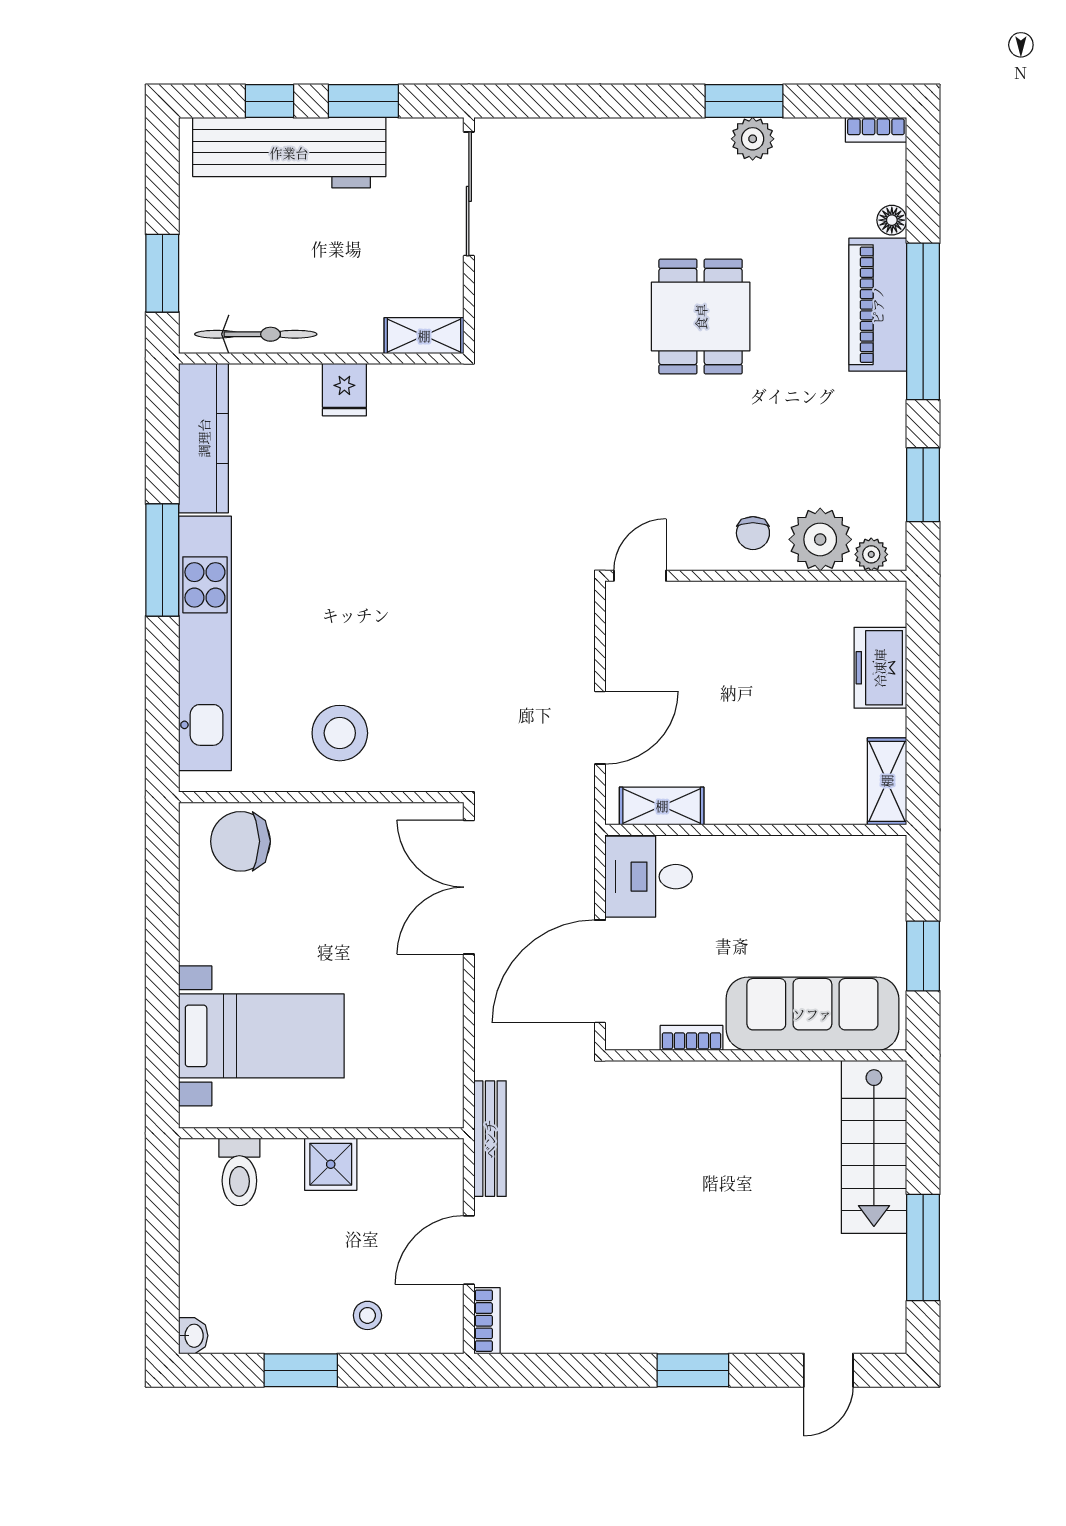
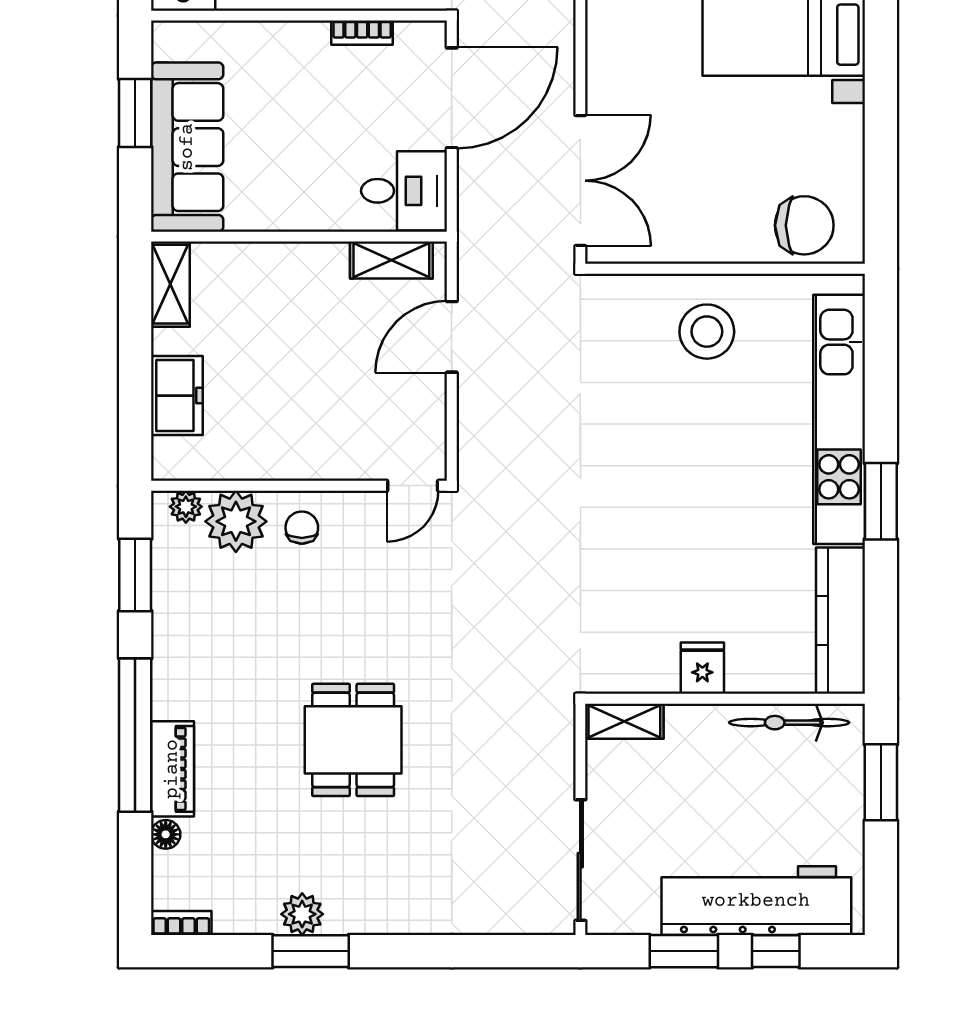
piano: (878, 305) -> (172, 769), width x0.73, depth x0.75
window: (162, 560) -> (881, 501), width x0.69
sofa: (812, 1014) -> (187, 147), moved, turned -90

